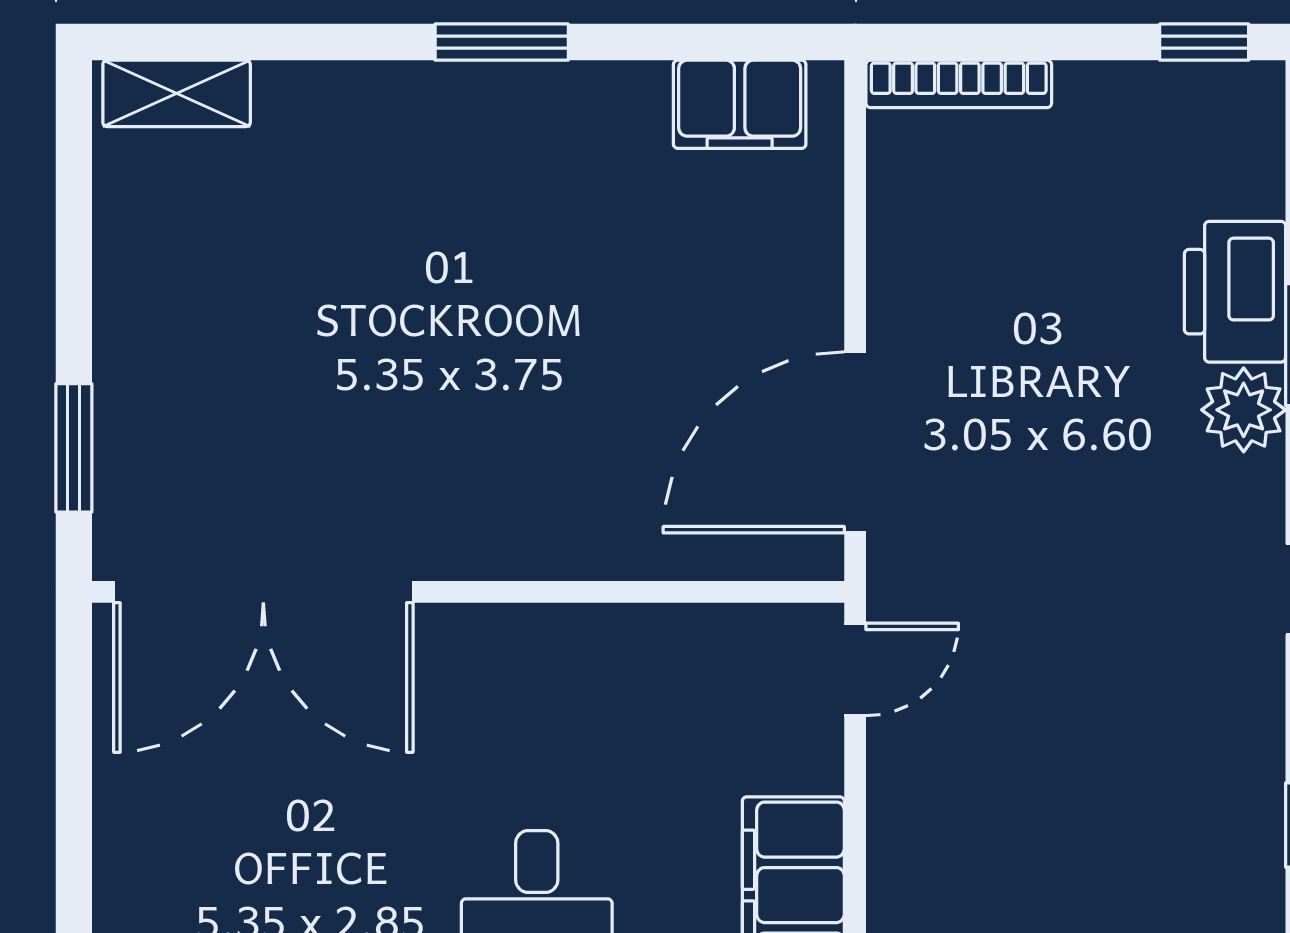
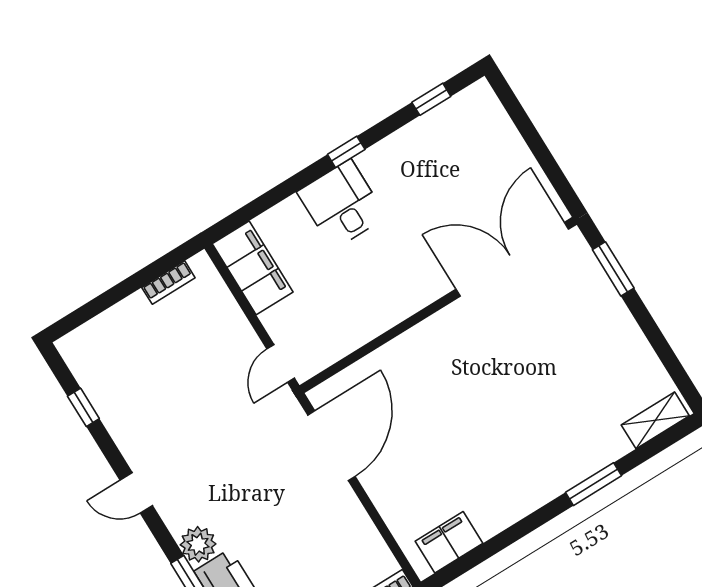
window: (502, 42) -> (594, 484), moved

